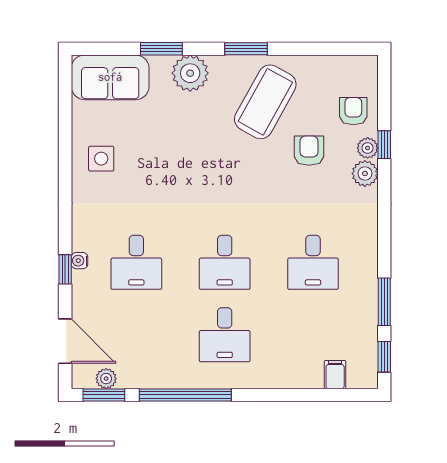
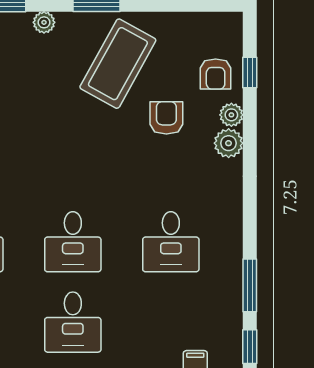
plant: (190, 73) -> (44, 22), width x0.53, depth x0.53
armchair: (353, 111) -> (216, 74), turned 180
window: (384, 145) -> (250, 73), moved

